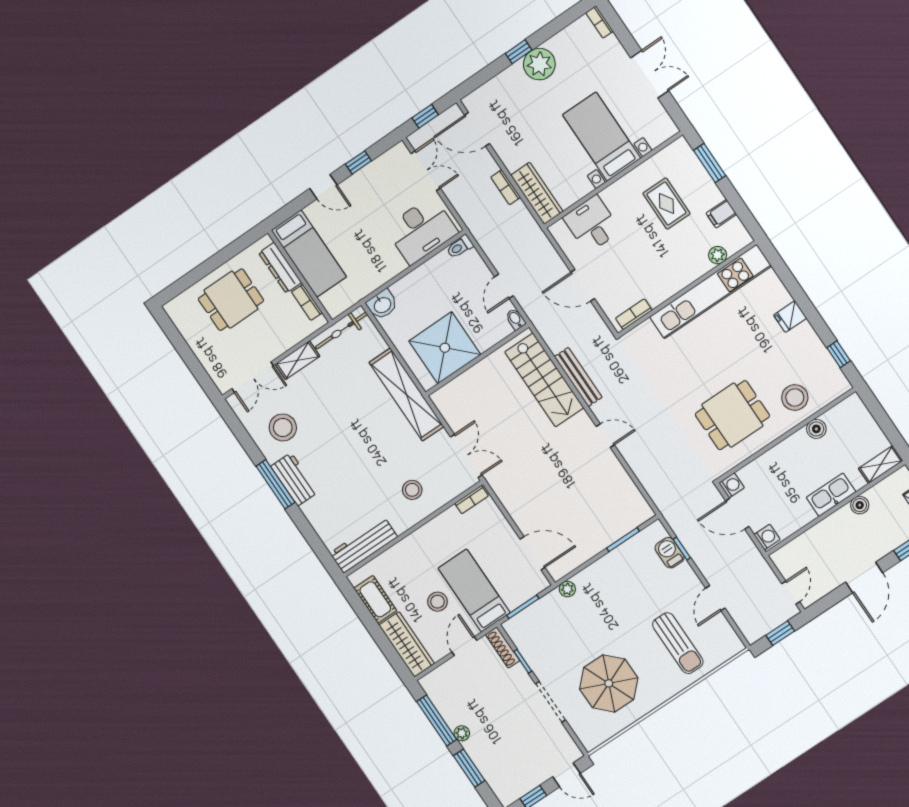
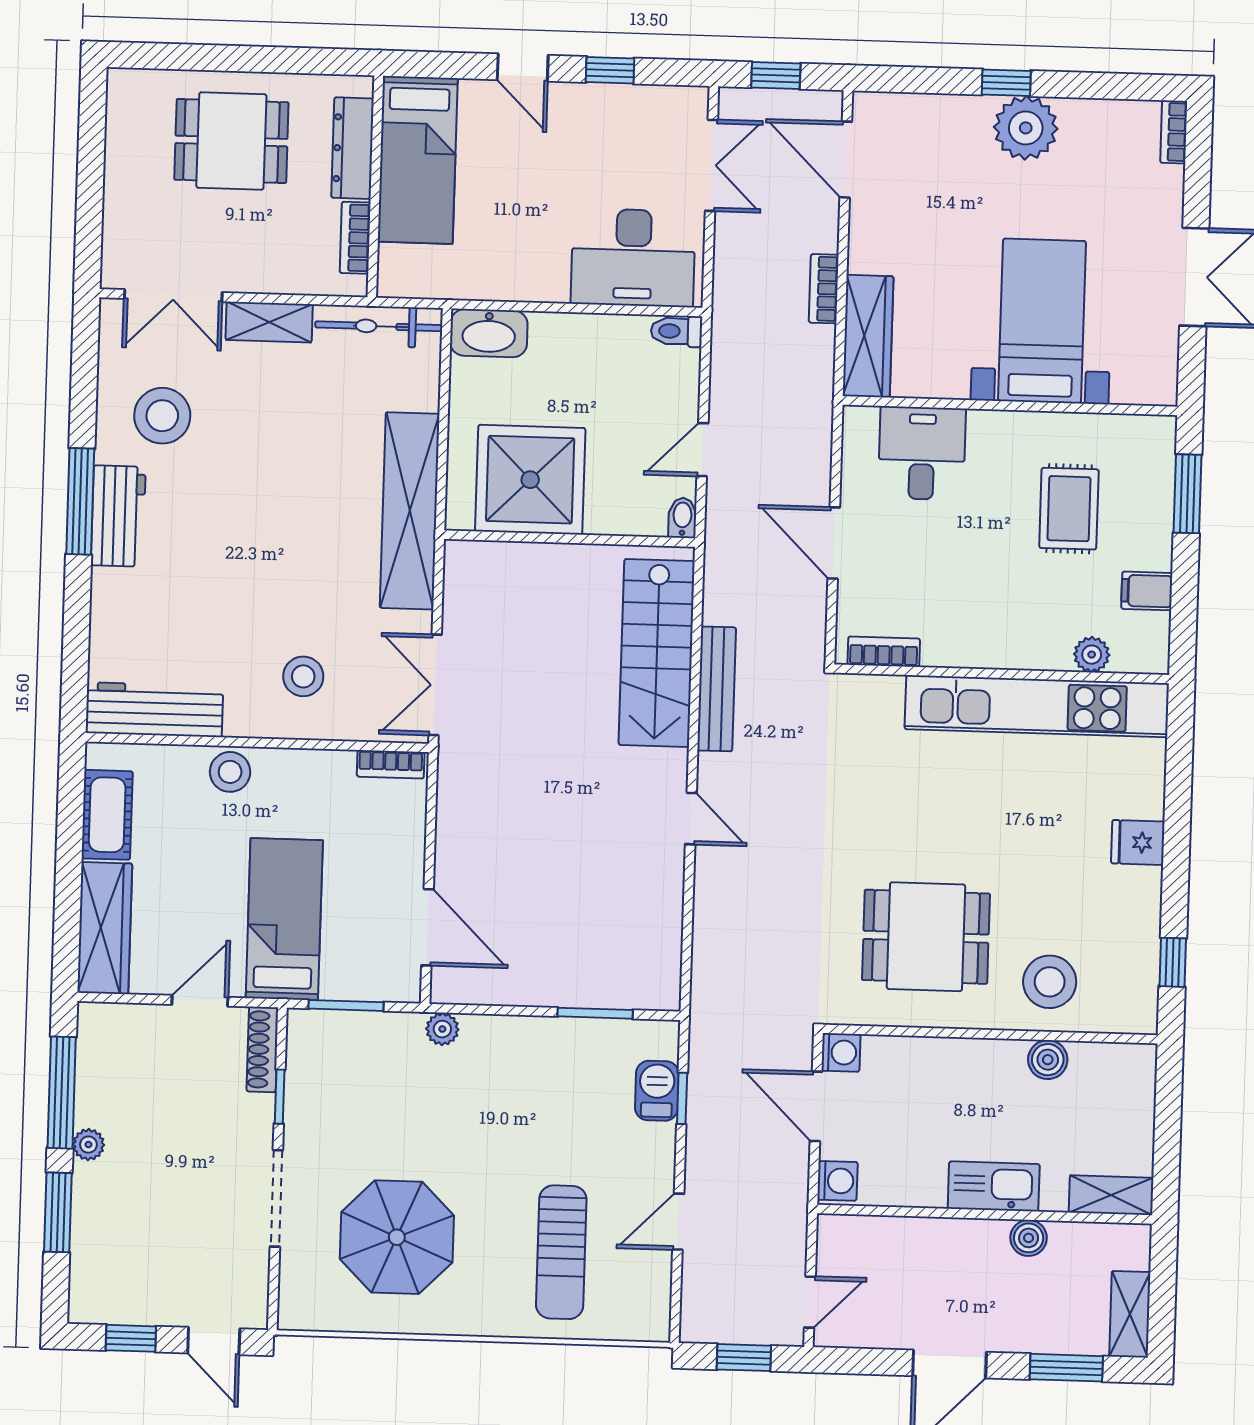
washbasin: (382, 305) -> (489, 333), width x1.38
double door: (466, 456) -> (435, 685), swing flipped
stool: (438, 602) -> (230, 772), moved

